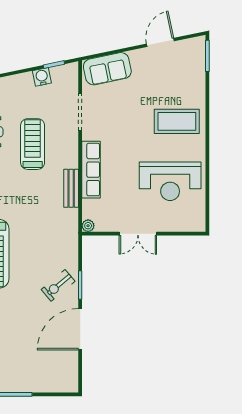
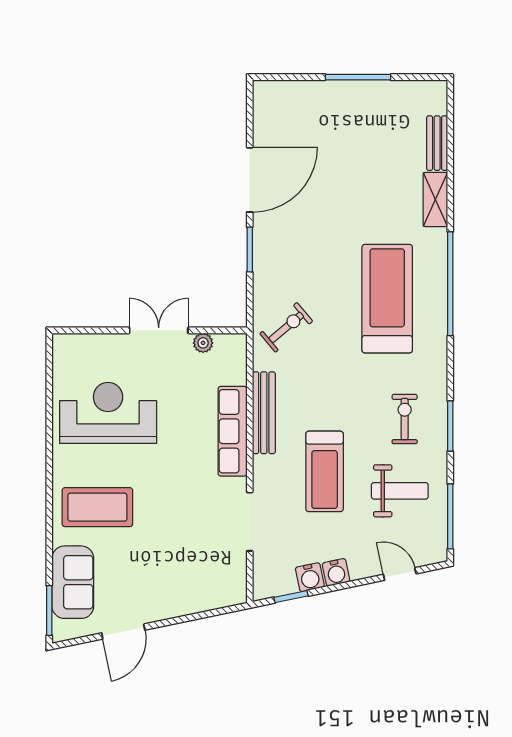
sofa: (107, 69) -> (73, 582), moved, turned 102
water cooler: (25, 80) -> (336, 572), added
bench: (71, 188) -> (264, 413), width x1.36
plant: (88, 226) -> (203, 343), moved
exercise bike: (58, 285) -> (286, 327), moved

